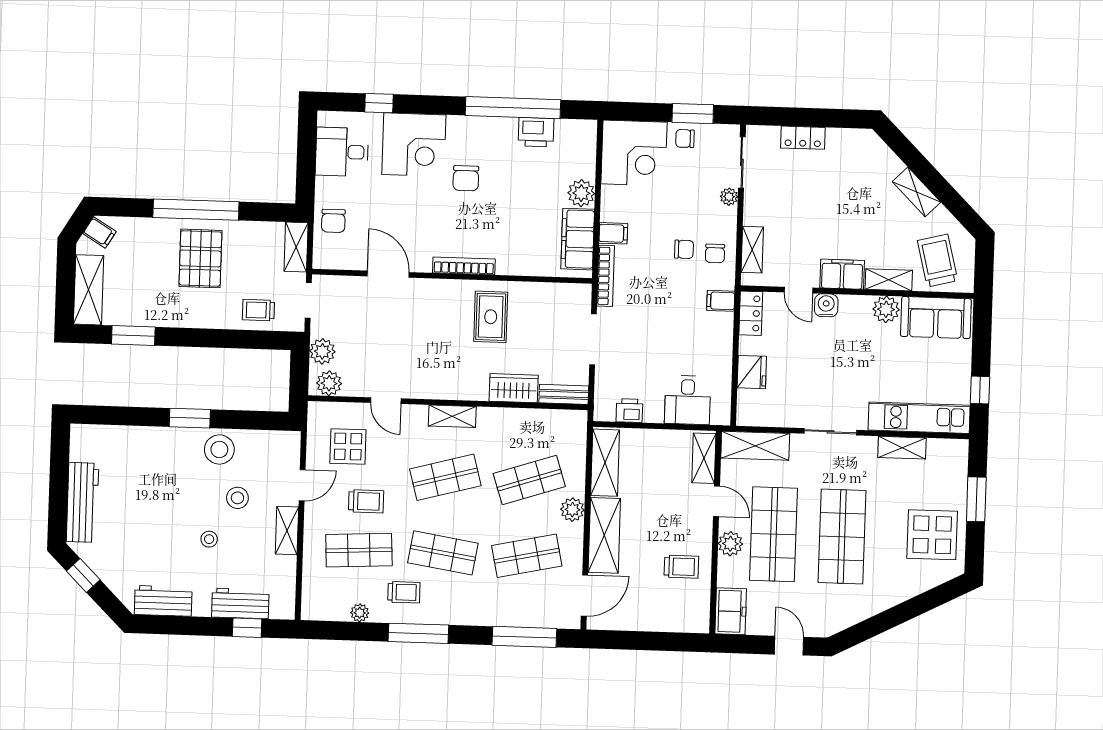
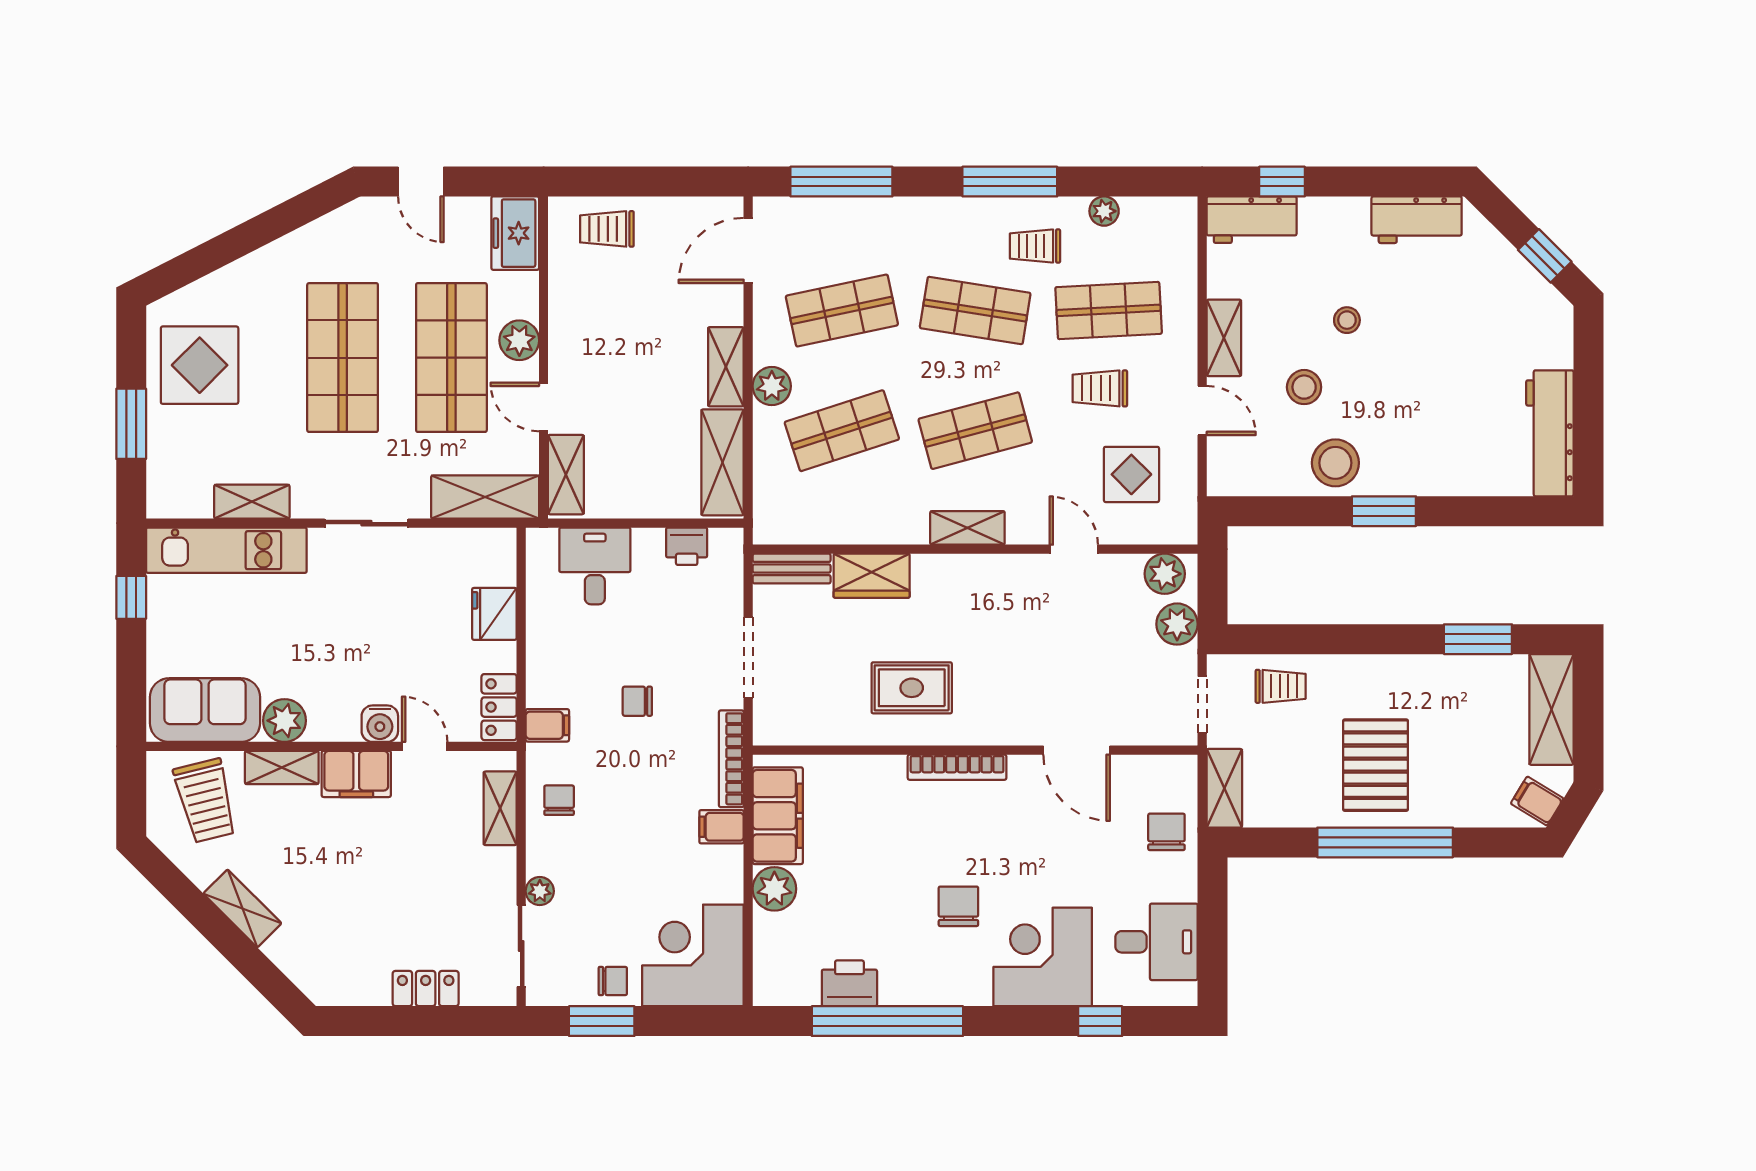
chair: (684, 249) -> (637, 701), moved
rug: (491, 317) -> (912, 688), turned 90
door: (302, 485) -> (1202, 410), swing flipped
workbench: (82, 502) -> (1550, 433), moved
shelving: (604, 535) -> (726, 367), width x0.67, depth x0.75
trolley: (681, 567) -> (607, 229), moved
workbench: (240, 603) -> (1252, 220), moved

